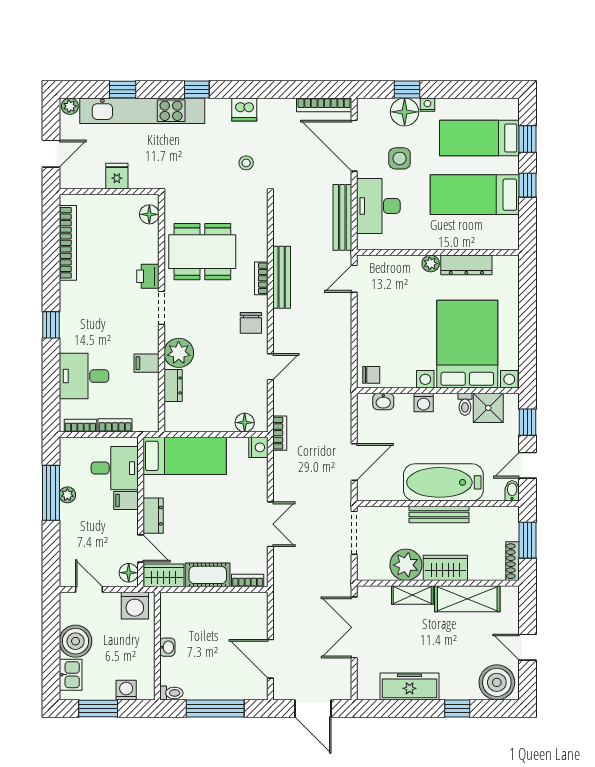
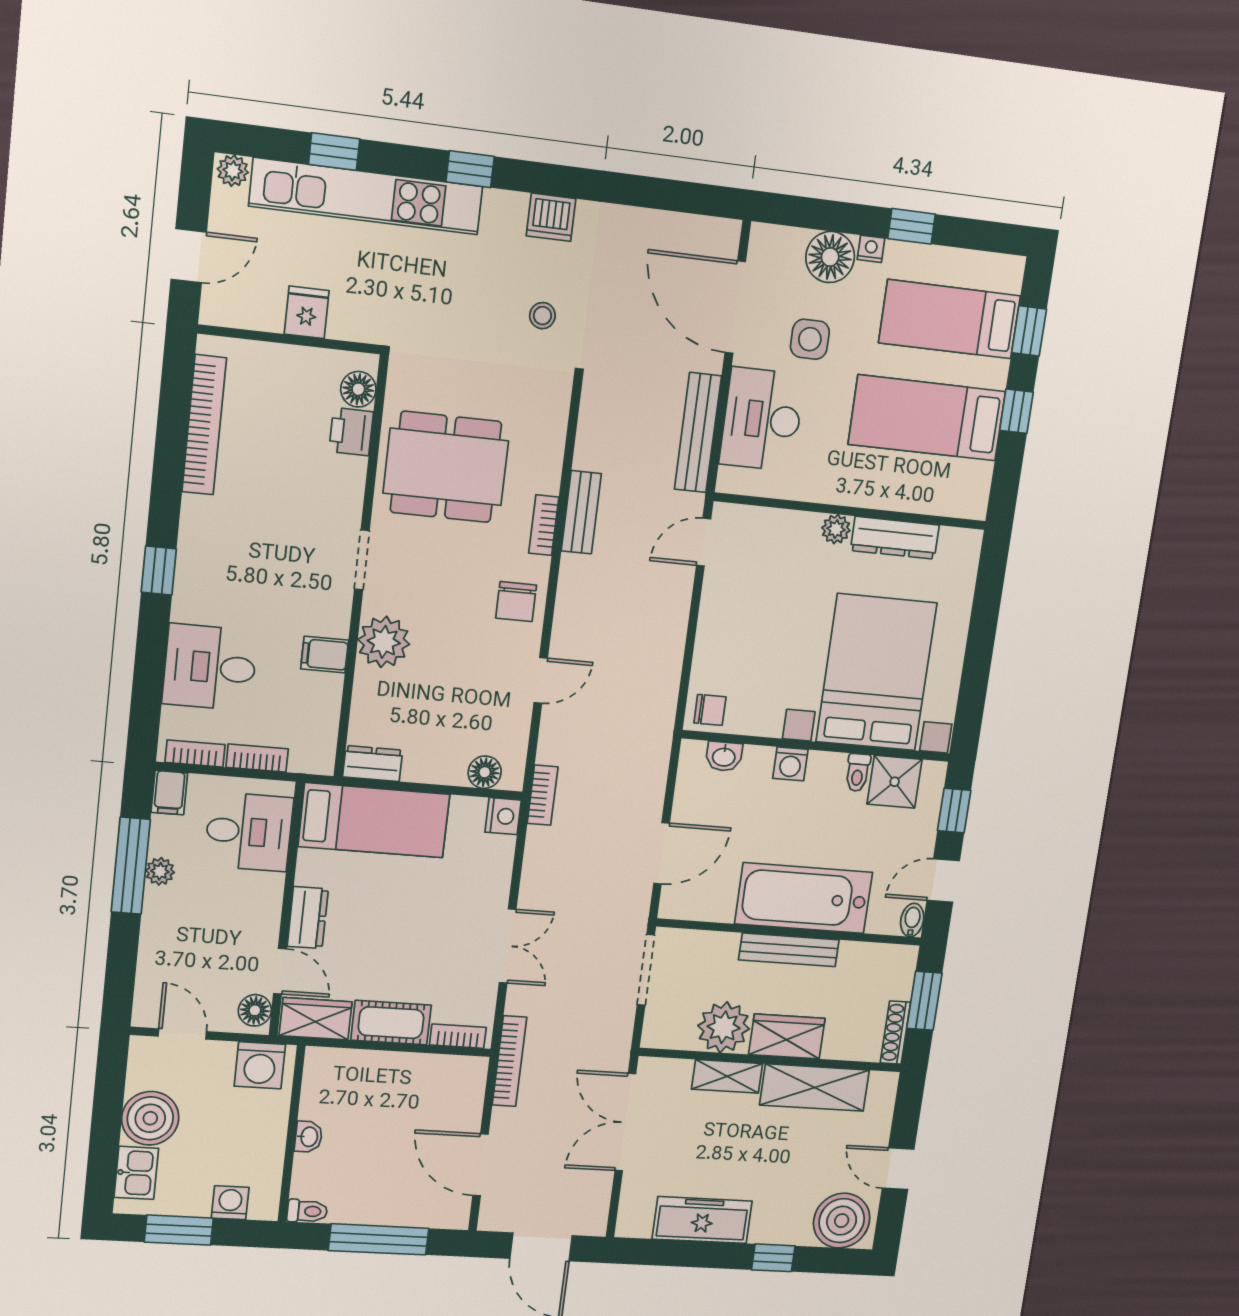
window: (407, 90) -> (912, 226), moved
bookcase: (324, 105) -> (509, 1061), moved, turned -90
printer: (148, 276) -> (351, 432), moved
bench: (282, 277) -> (581, 512), width x0.73
dresser: (173, 385) -> (373, 764), moved, turned -90
filing cabinet: (126, 501) -> (169, 793), moved, turned -90

